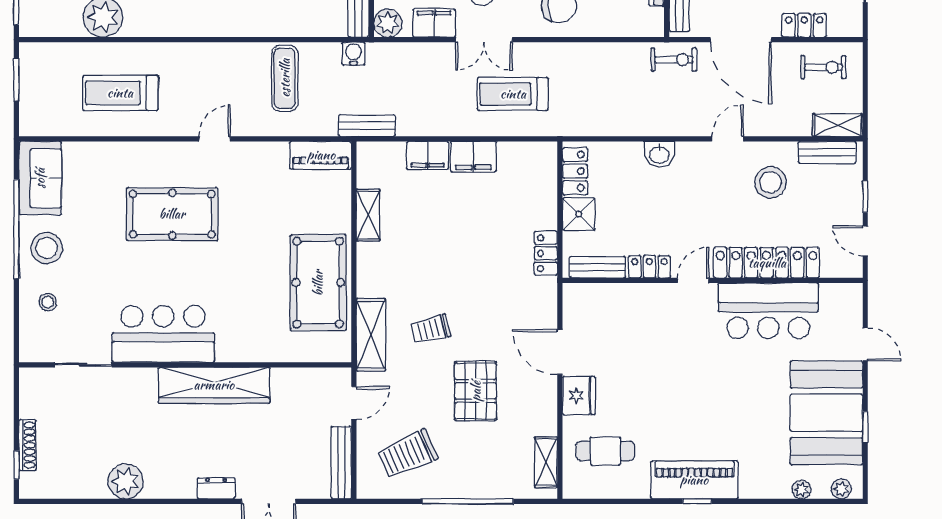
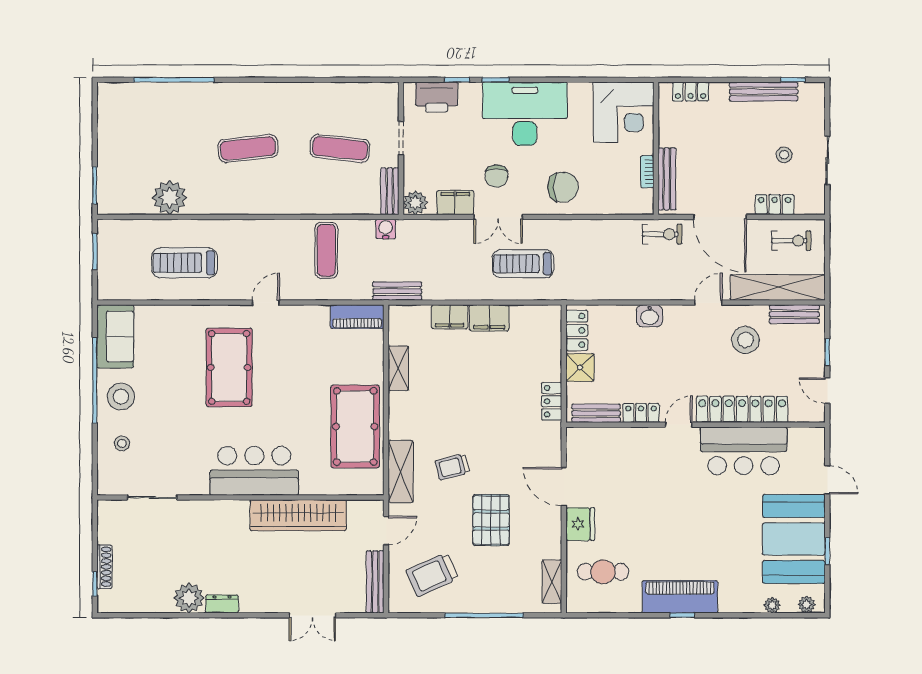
shelving: (838, 125) -> (778, 287), width x2.20, depth x1.33
pool table: (172, 214) -> (229, 367), turned 90
bar counter: (163, 334) -> (254, 471), moved
wardrobe: (214, 385) -> (298, 515), moved
dresser: (216, 488) -> (222, 604), moved

